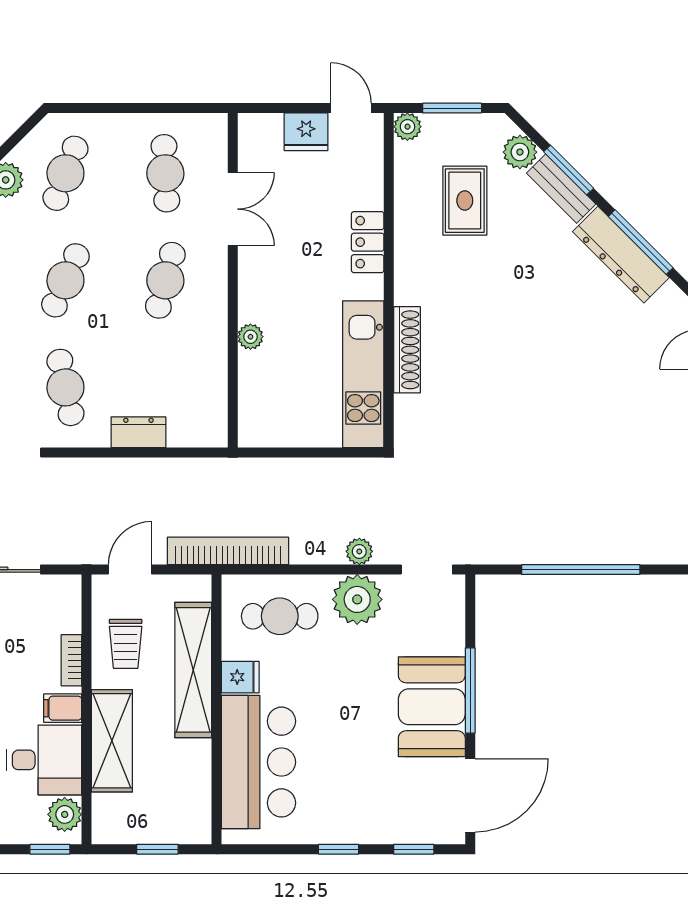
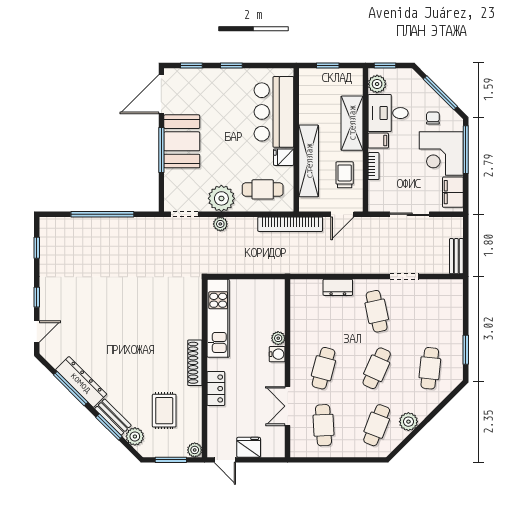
water cooler: (252, 307) -> (277, 354), added
shoe rack: (407, 350) -> (195, 363), moved

